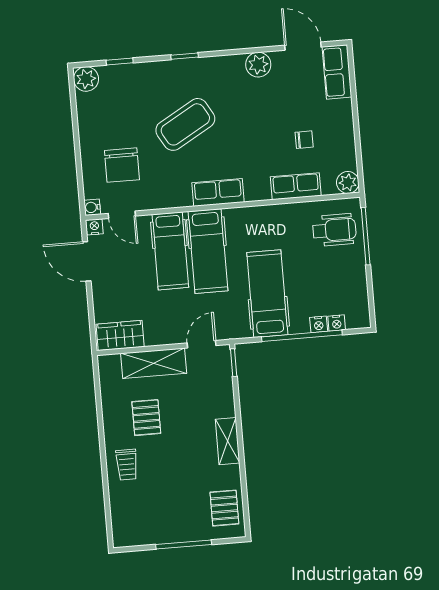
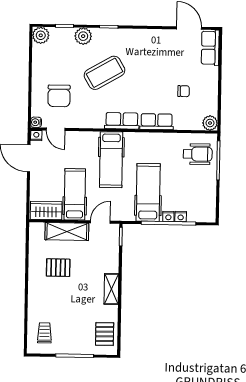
plant: (258, 65) -> (83, 36), moved
row of seats: (296, 186) -> (157, 122), moved
hospital bed: (170, 251) -> (75, 194), moved, turned 180
nightstand: (337, 323) -> (168, 216), moved
pallet: (146, 418) -> (58, 268), turned 90
trolley: (127, 465) -> (44, 333), moved, turned 180

